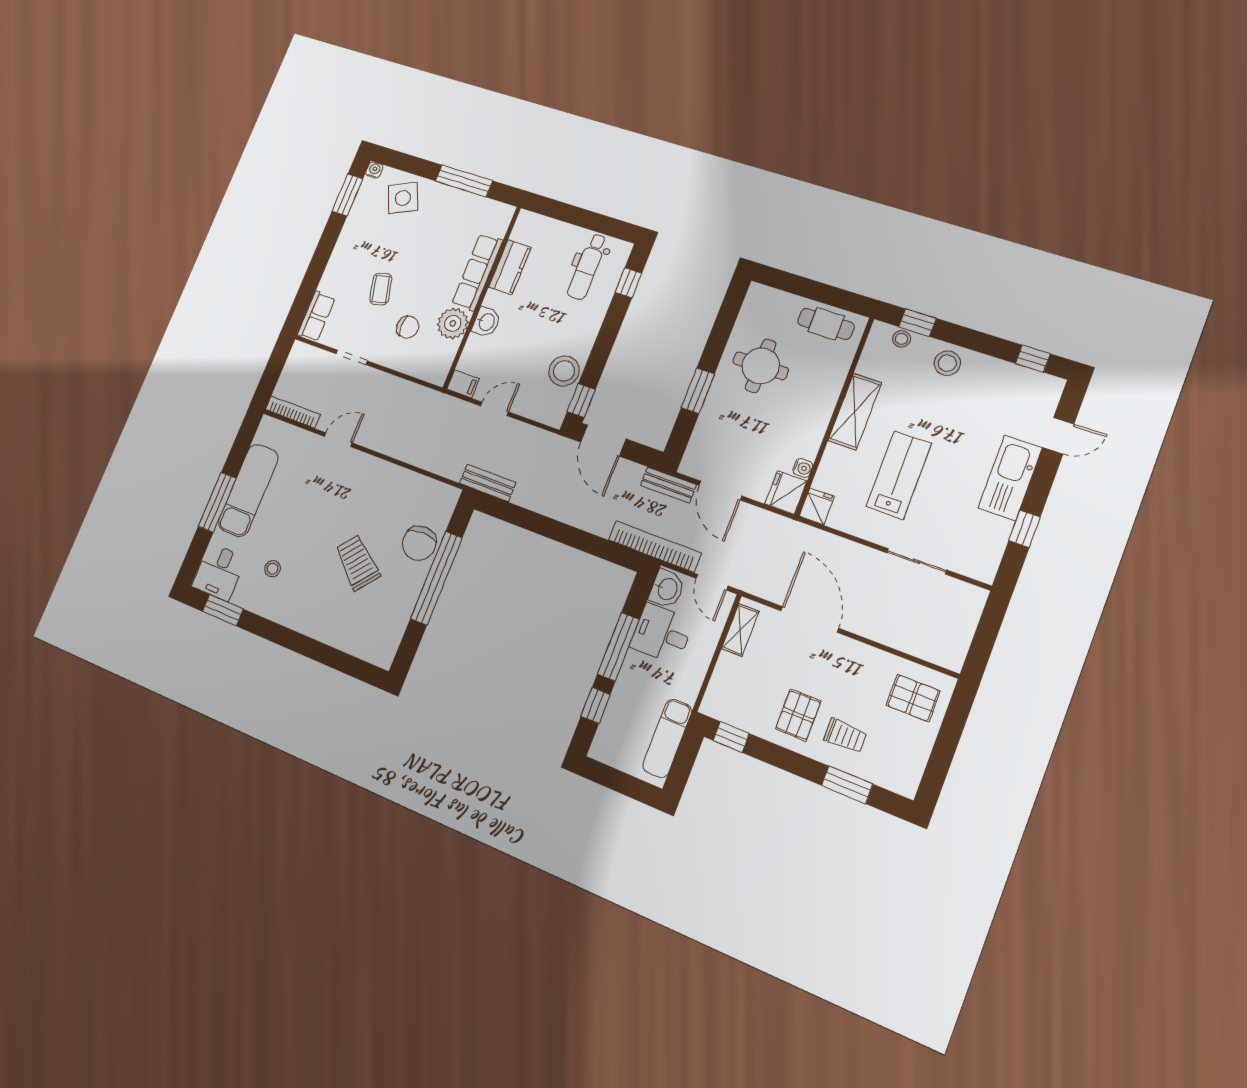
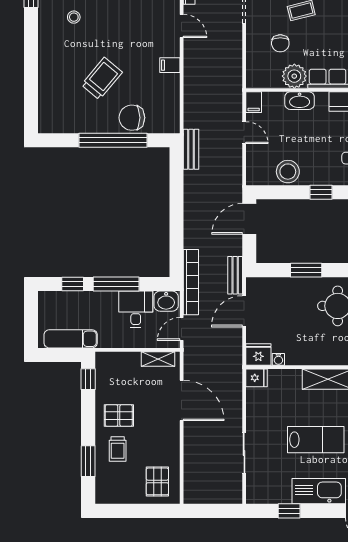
washbasin: (486, 322) -> (300, 101), width x1.38
window: (581, 401) -> (321, 192), moved
filing cabinet: (377, 471) -> (170, 65), added
lab bench: (899, 475) -> (316, 440), moved
door: (810, 619) -> (182, 400), hinge flipped

